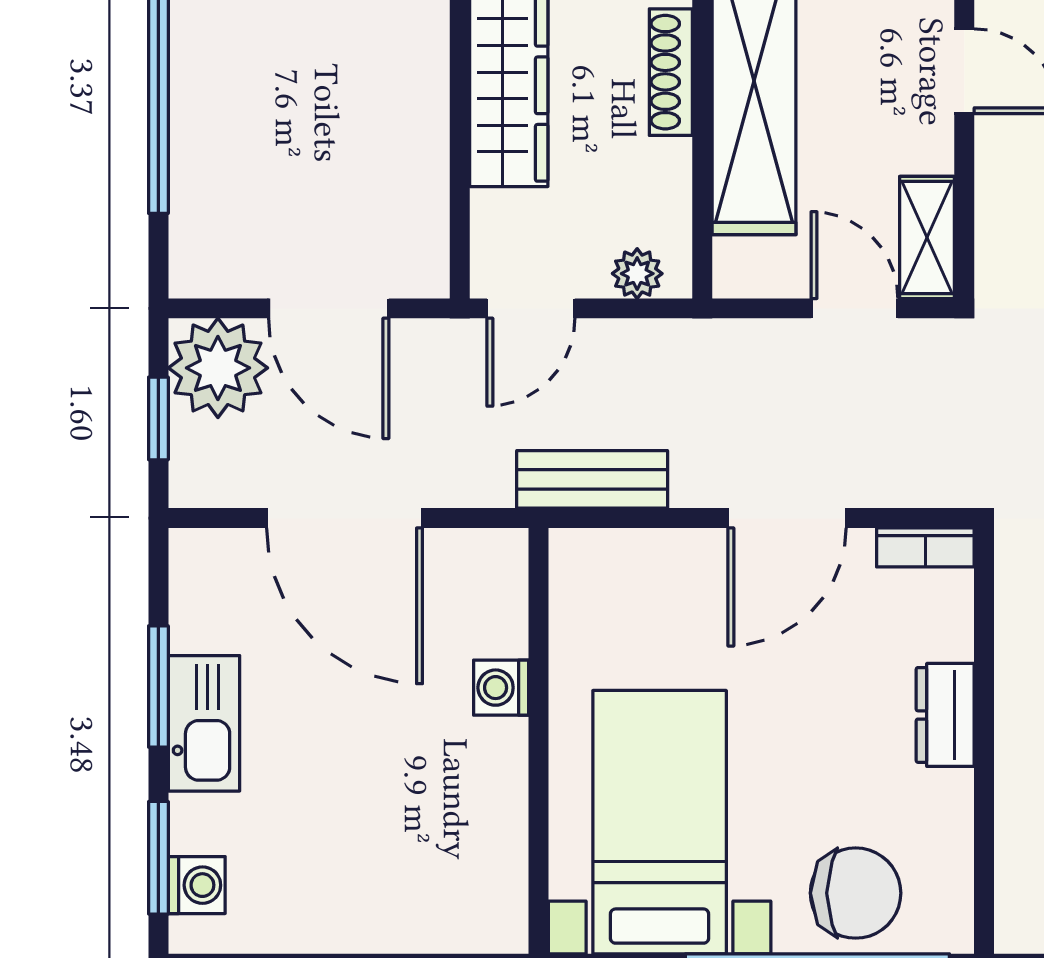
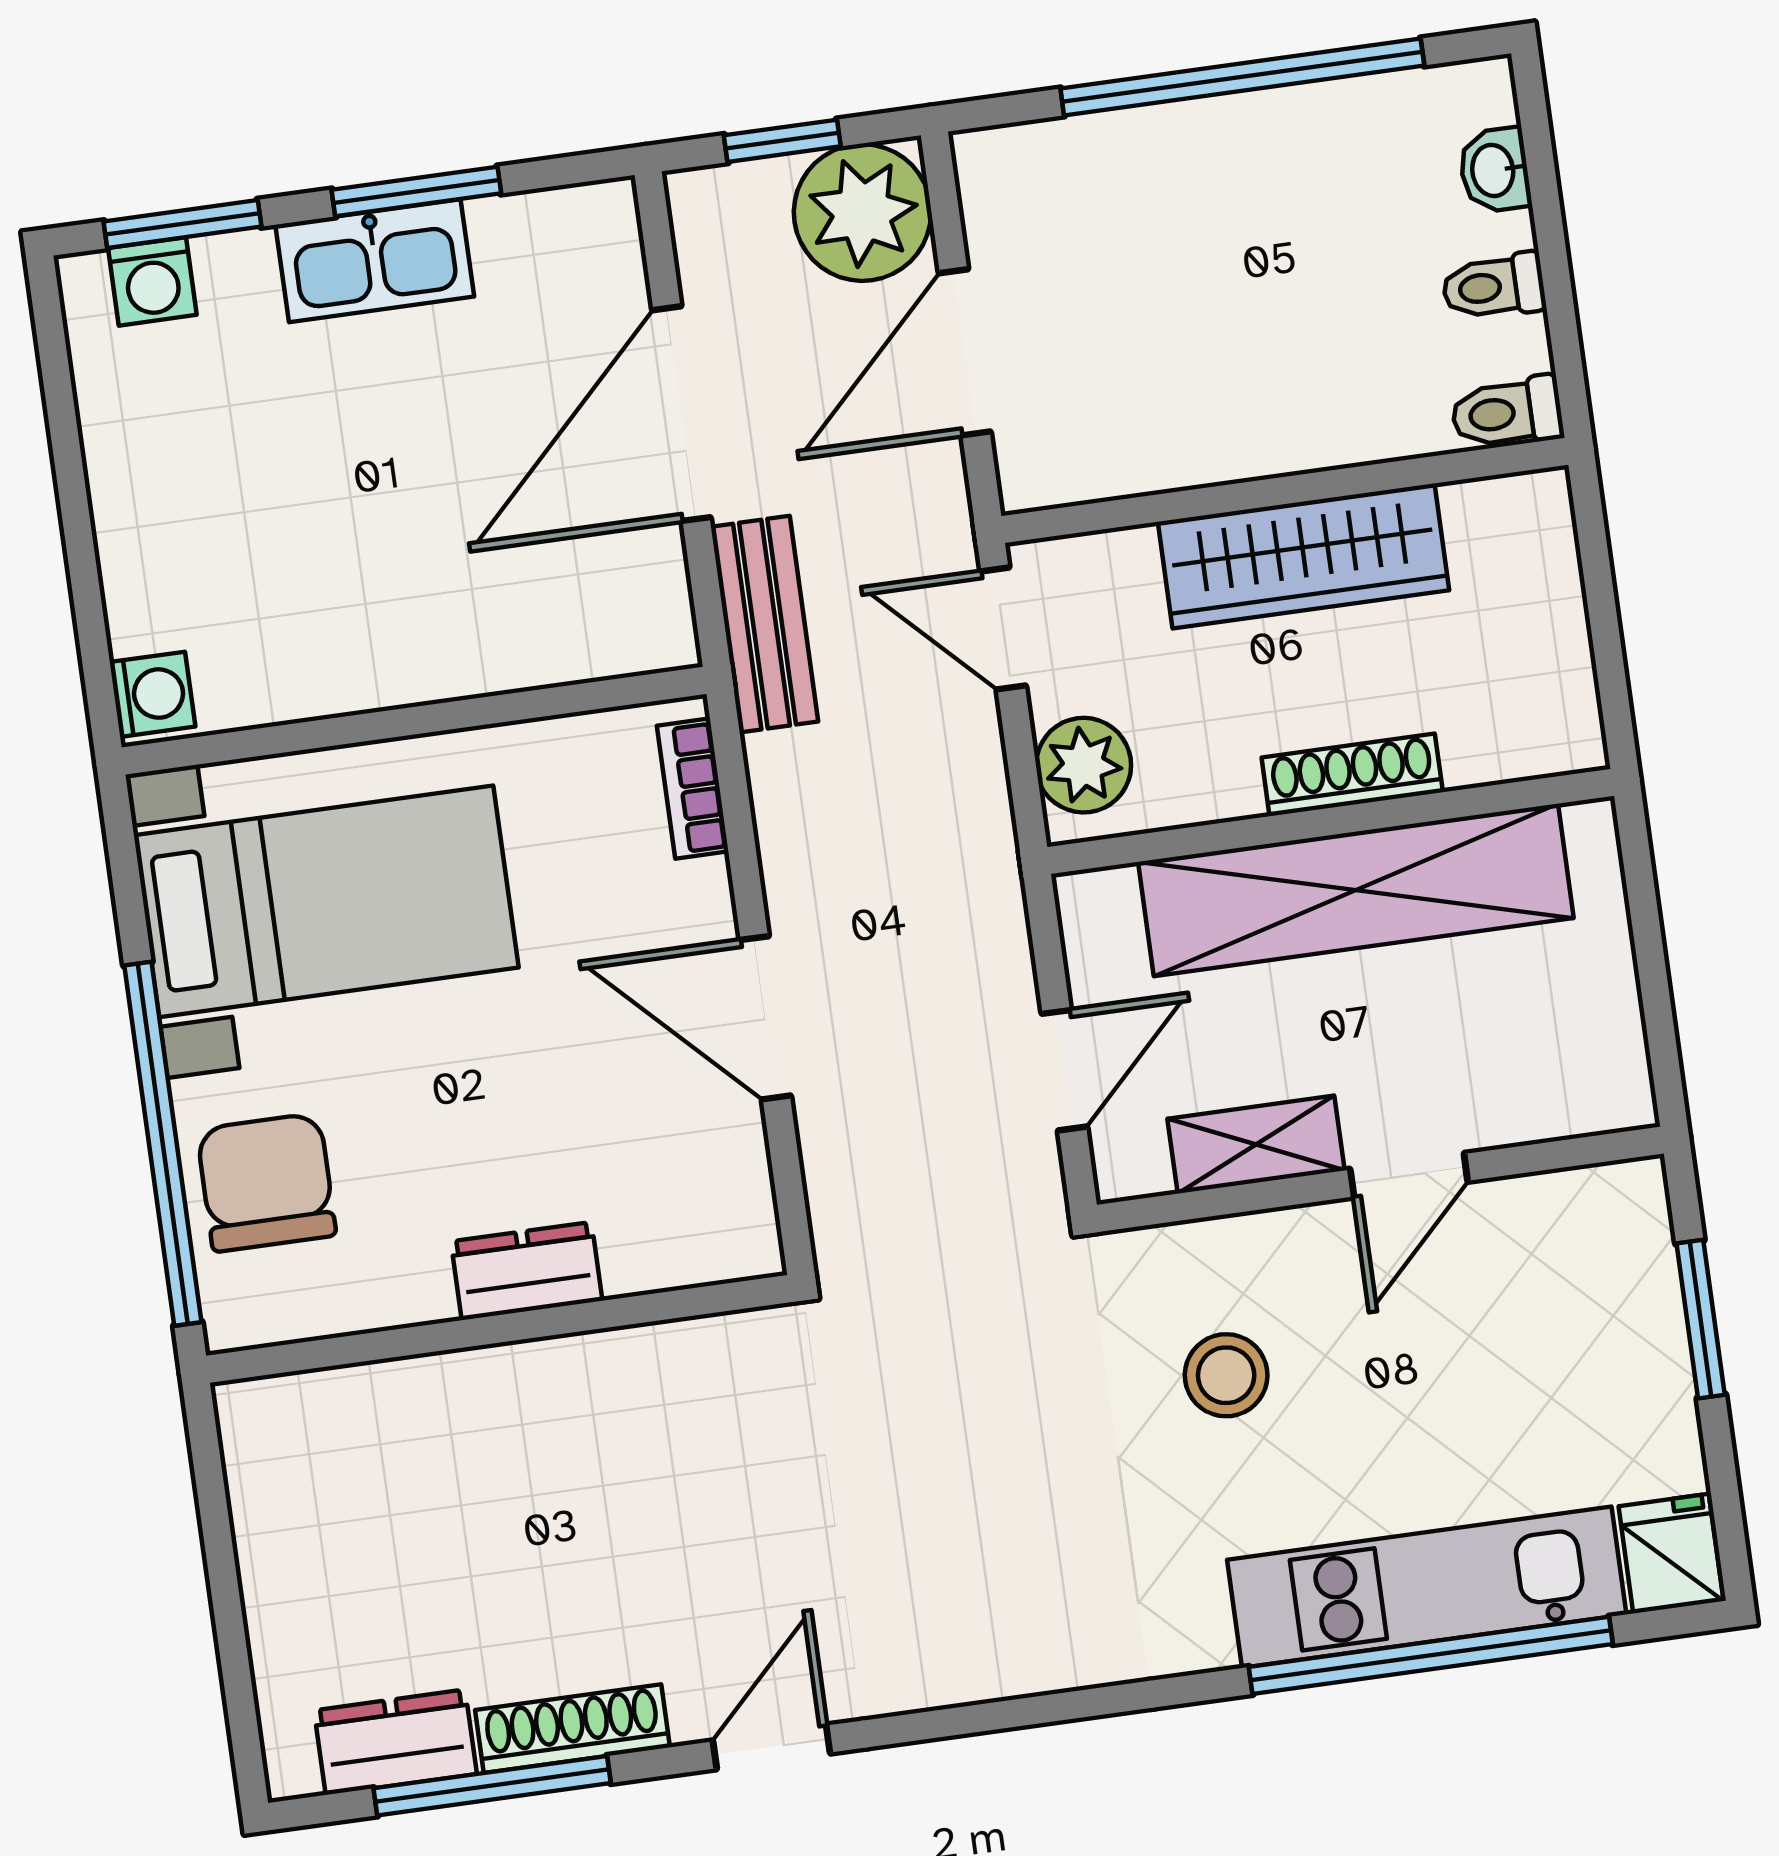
shelving: (927, 238) -> (1256, 1145), moved
plant: (637, 274) -> (1084, 765), width x1.38, depth x1.38
bench: (592, 479) -> (764, 624), moved
bookcase: (925, 547) -> (693, 788), moved
washing machine: (501, 688) -> (153, 694), moved, turned 90
chair: (856, 893) -> (266, 1182), turned 180

